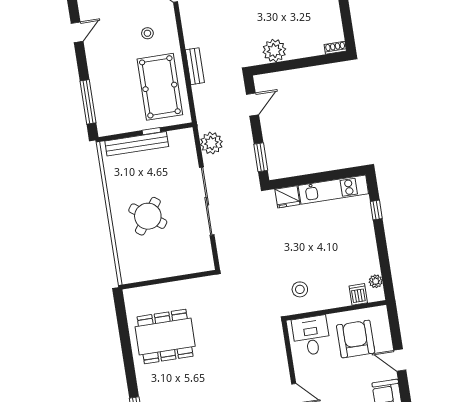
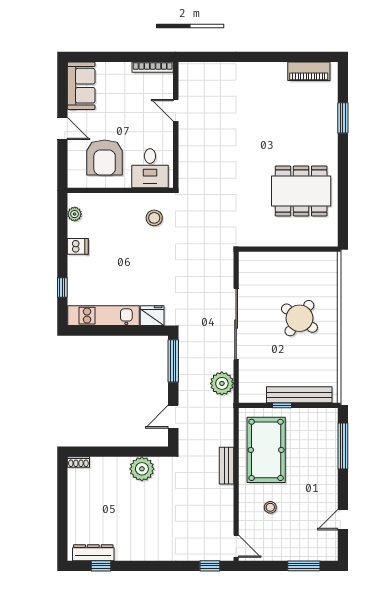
window: (261, 157) -> (173, 361), width x1.44
dishwasher: (358, 294) -> (78, 246), moved, turned -90

